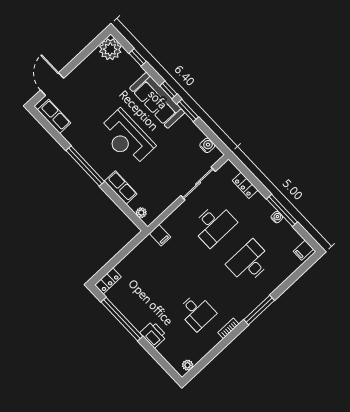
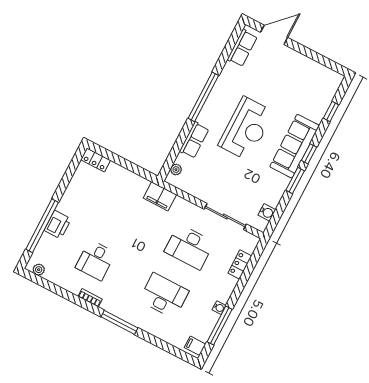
plant: (110, 49) -> (330, 81), removed
reception desk: (126, 138) -> (246, 129), turned 180
window: (282, 210) -> (220, 325), moved
filing cabinet: (160, 235) -> (160, 196), width x2.00
window: (122, 319) -> (42, 226), moved

